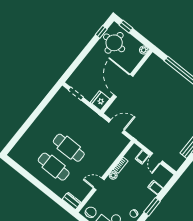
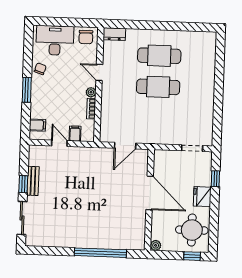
window: (101, 32) -> (215, 179), moved
fridge: (100, 101) -> (202, 197), moved, turned 180
door: (99, 184) -> (99, 72), swing flipped
filing cabinet: (155, 188) -> (37, 125), moved

